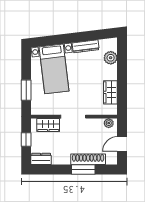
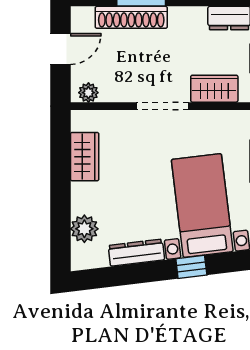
window: (59, 39) -> (191, 267), added

